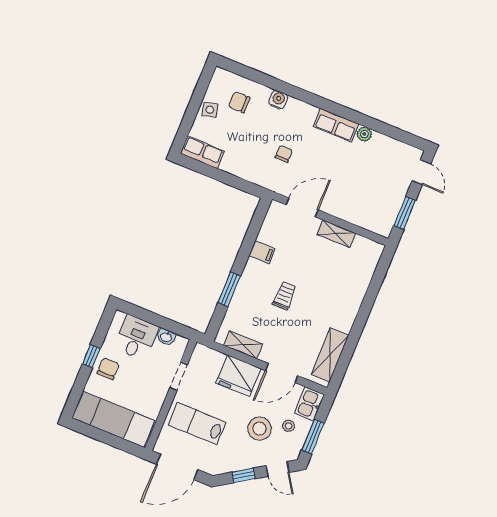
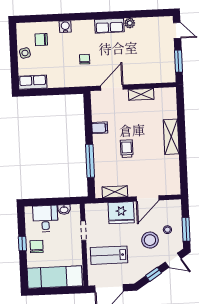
window: (229, 289) -> (90, 161), width x1.44
shelving: (330, 355) -> (171, 137), moved
kitchen sink: (309, 404) -> (174, 210), removed

